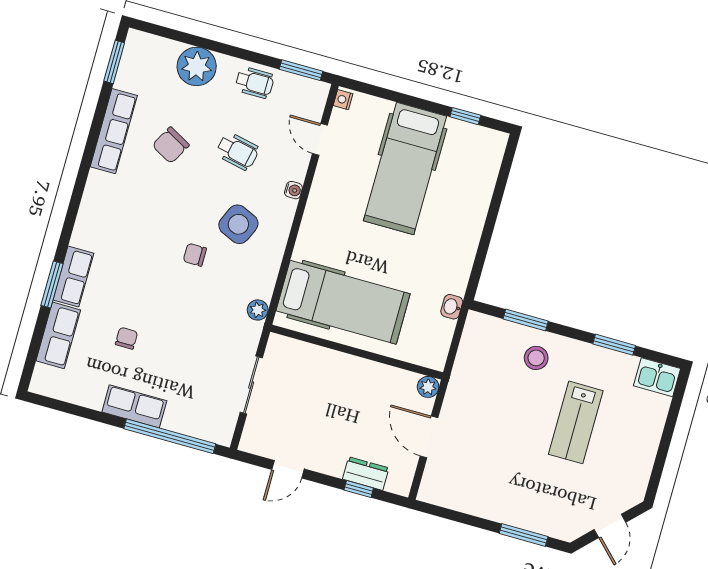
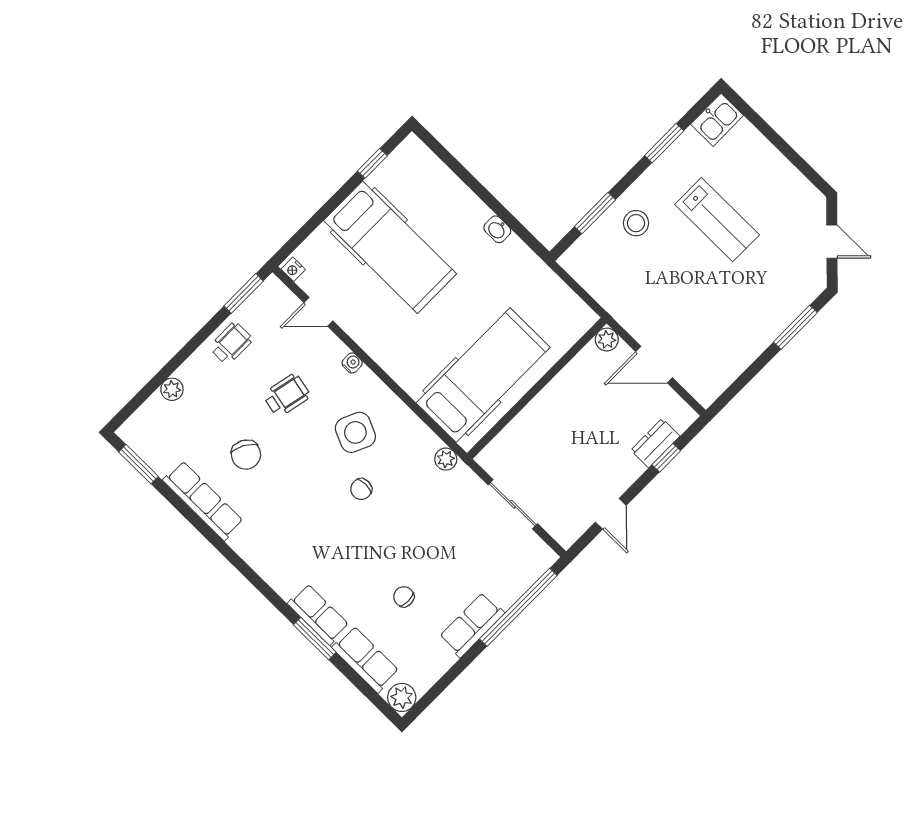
plant: (197, 66) -> (172, 389), width x0.53, depth x0.53
washbasin: (452, 307) -> (497, 229), moved
plant: (43, 382) -> (402, 697), added

